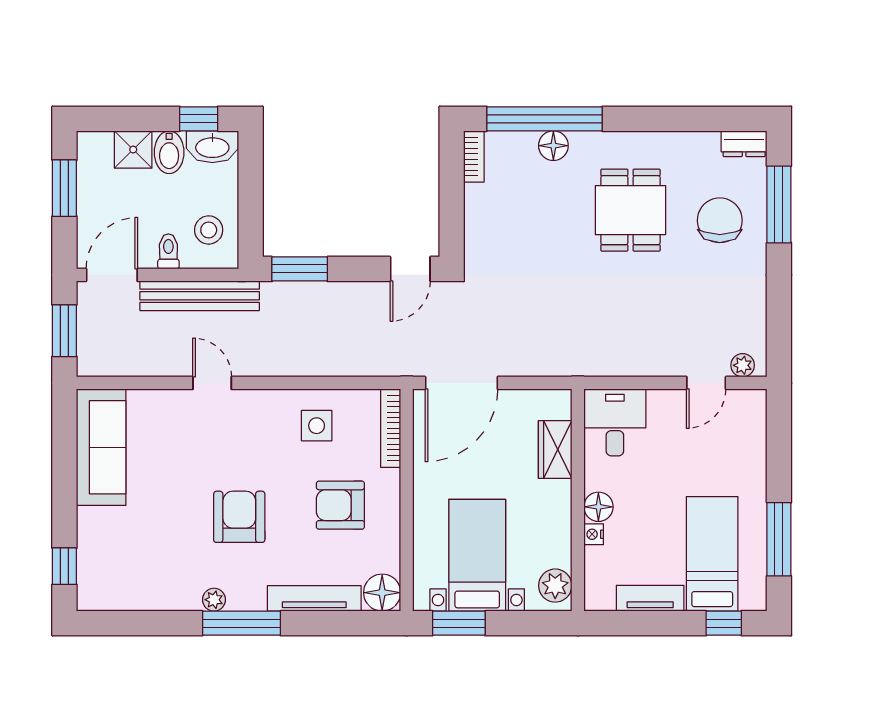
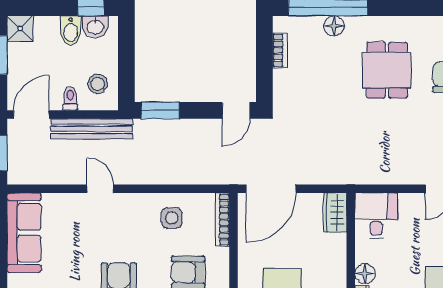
washbasin: (212, 147) -> (95, 27), width x0.72
shower: (133, 150) -> (20, 29), moved
bookcase: (474, 156) -> (280, 50), moved
wardrobe: (555, 449) -> (335, 213), moved

